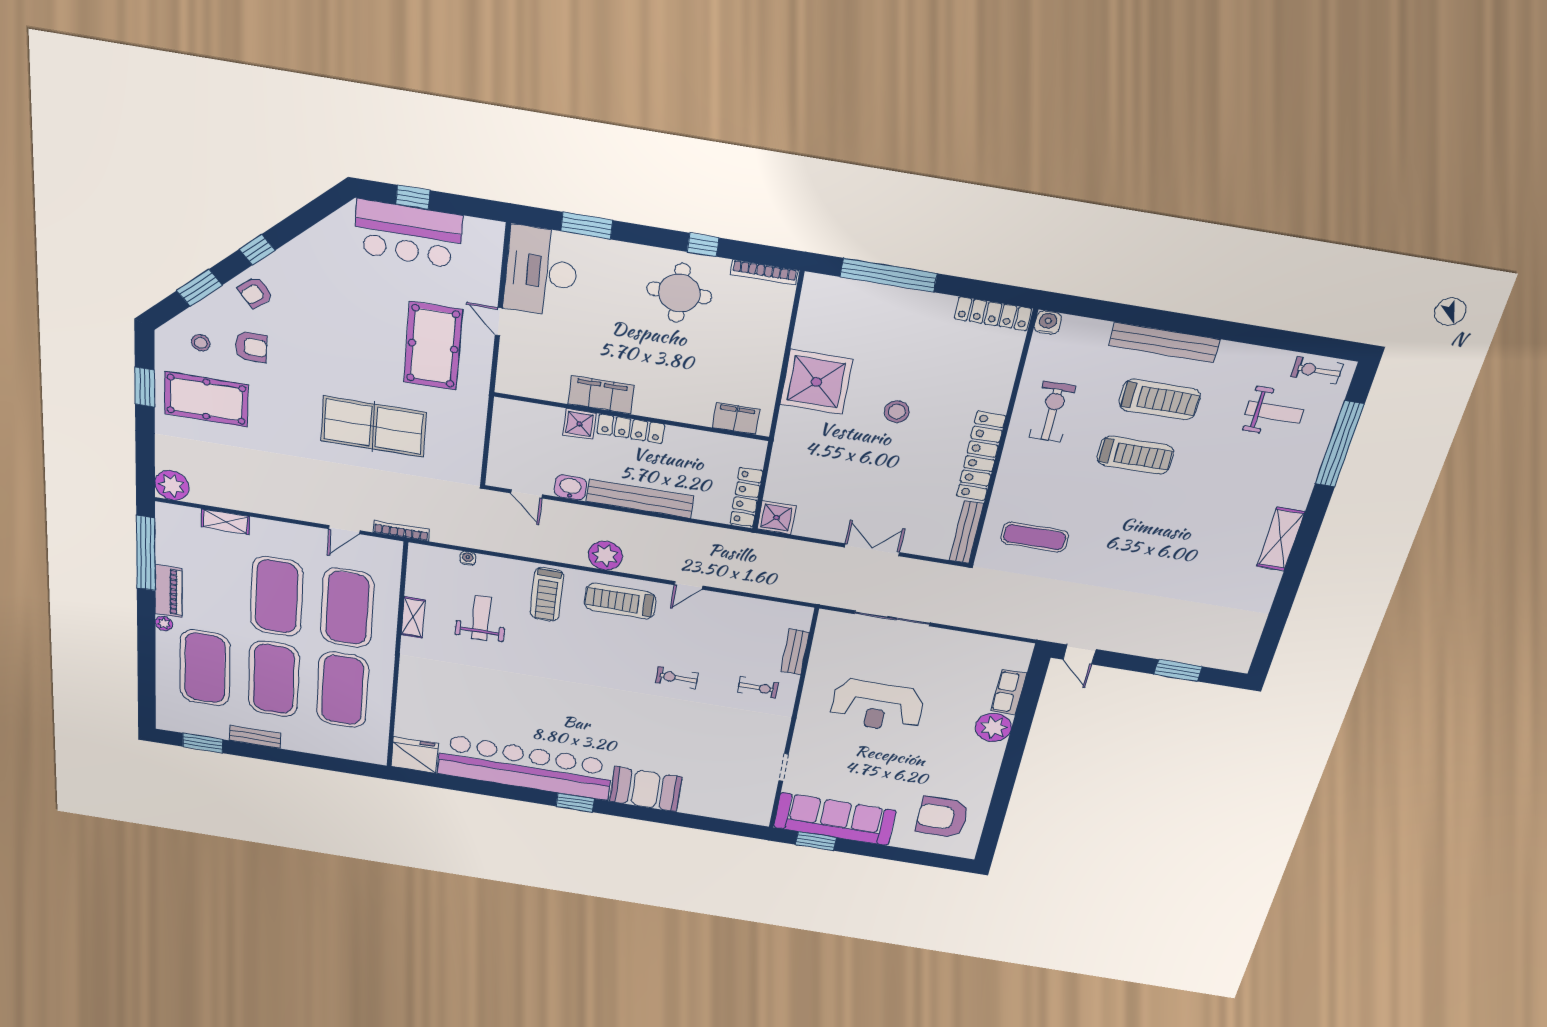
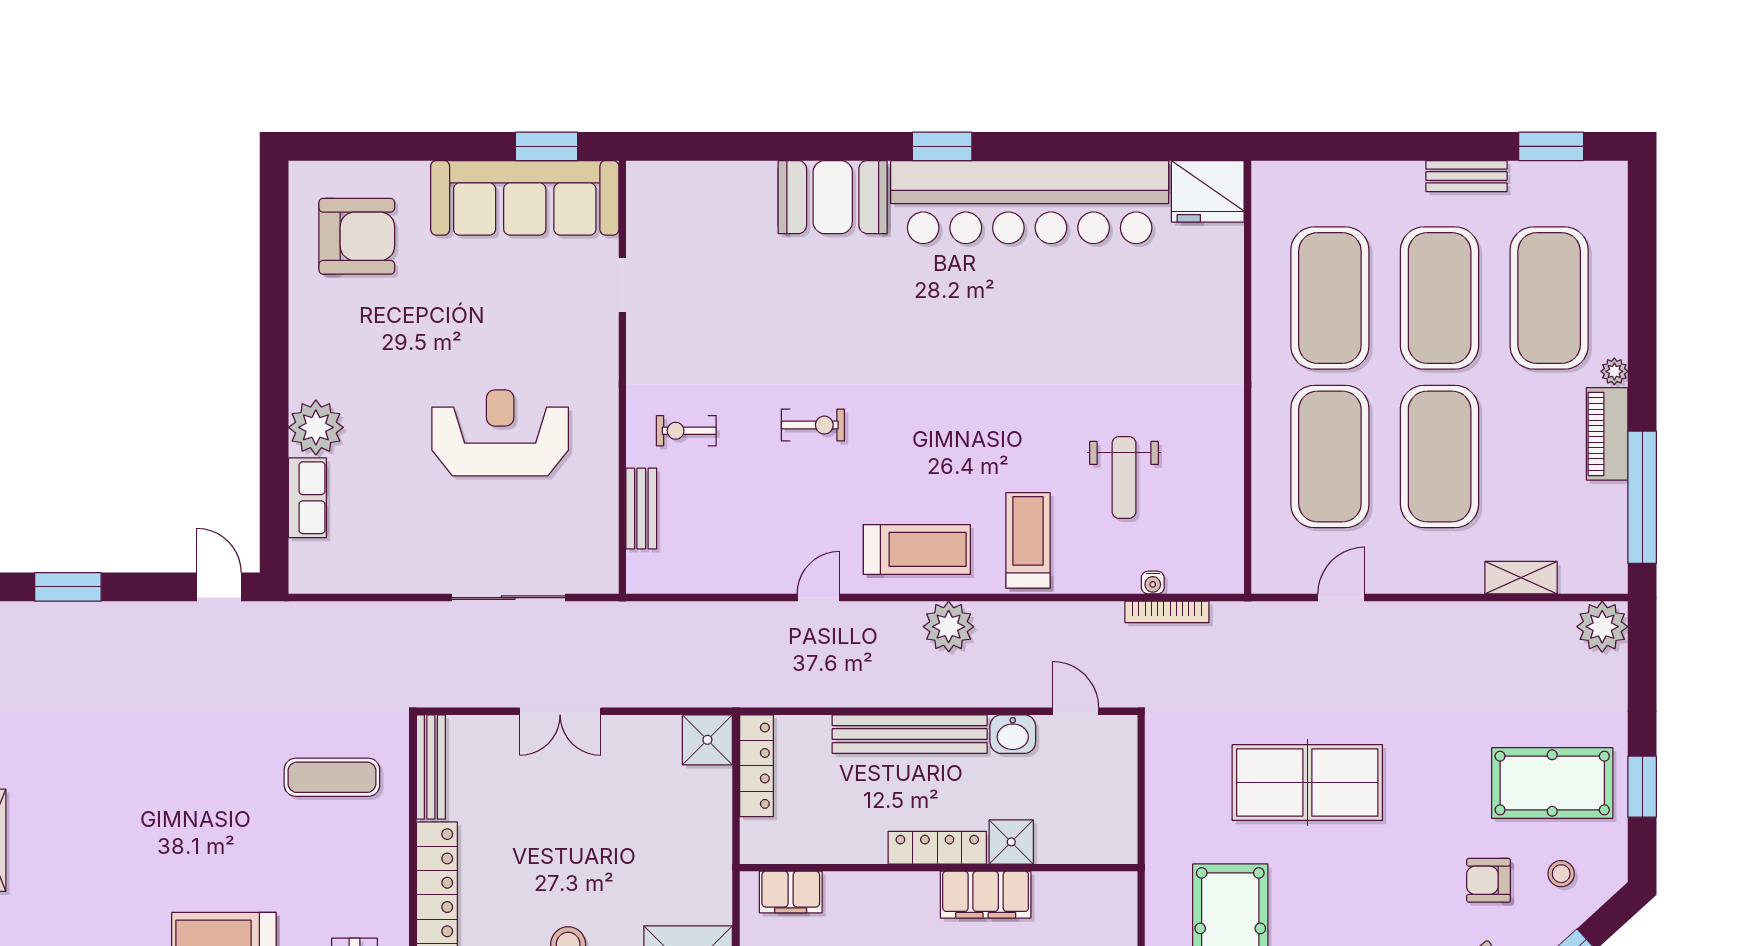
bookcase: (401, 531) -> (1167, 612), moved
shelving: (413, 617) -> (1228, 458), removed

